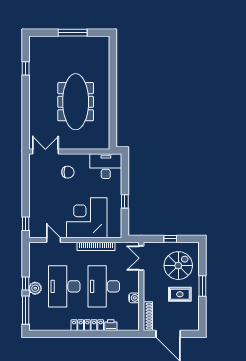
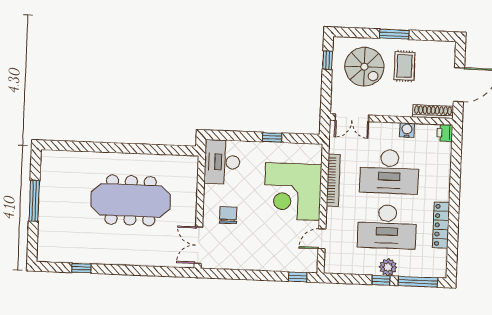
window: (170, 239) -> (328, 60), moved
spiral stairs: (178, 266) -> (364, 67), turned 180
locker: (87, 325) -> (441, 225), moved
printer: (111, 325) -> (445, 133), moved

